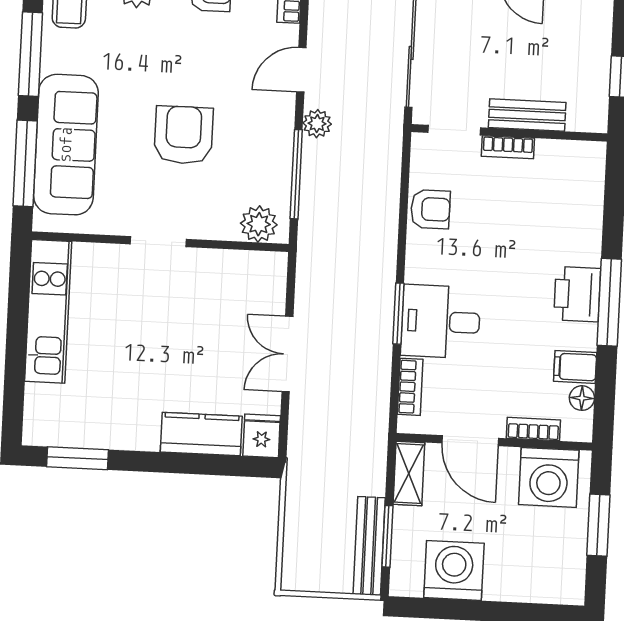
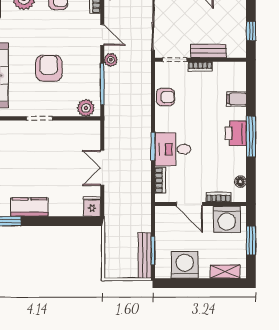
door: (301, 70) -> (102, 35), swing flipped
filing cabinet: (575, 367) -> (237, 99), moved
kitchen counter: (201, 434) -> (30, 207), moved
shelving: (409, 474) -> (225, 272), moved, turned 90

